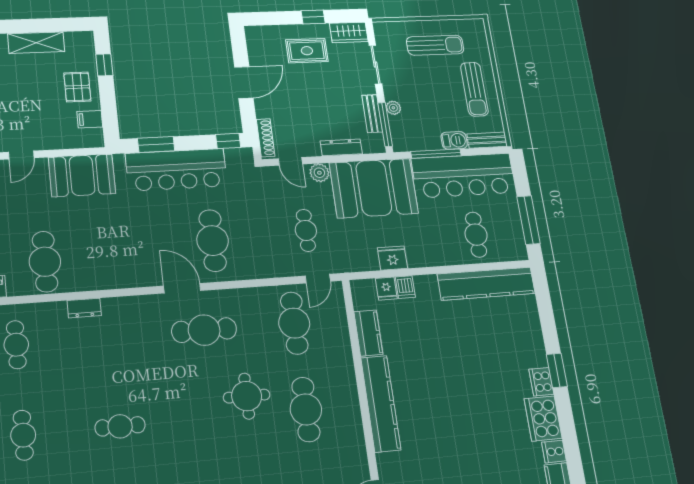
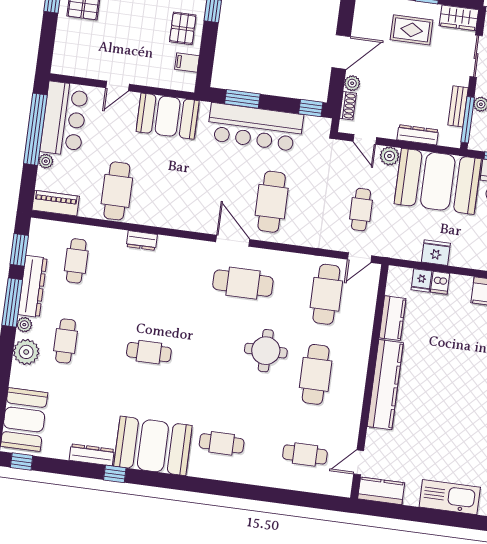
plant: (263, 110) -> (352, 83), added
shoe rack: (266, 138) -> (348, 106), width x0.70

